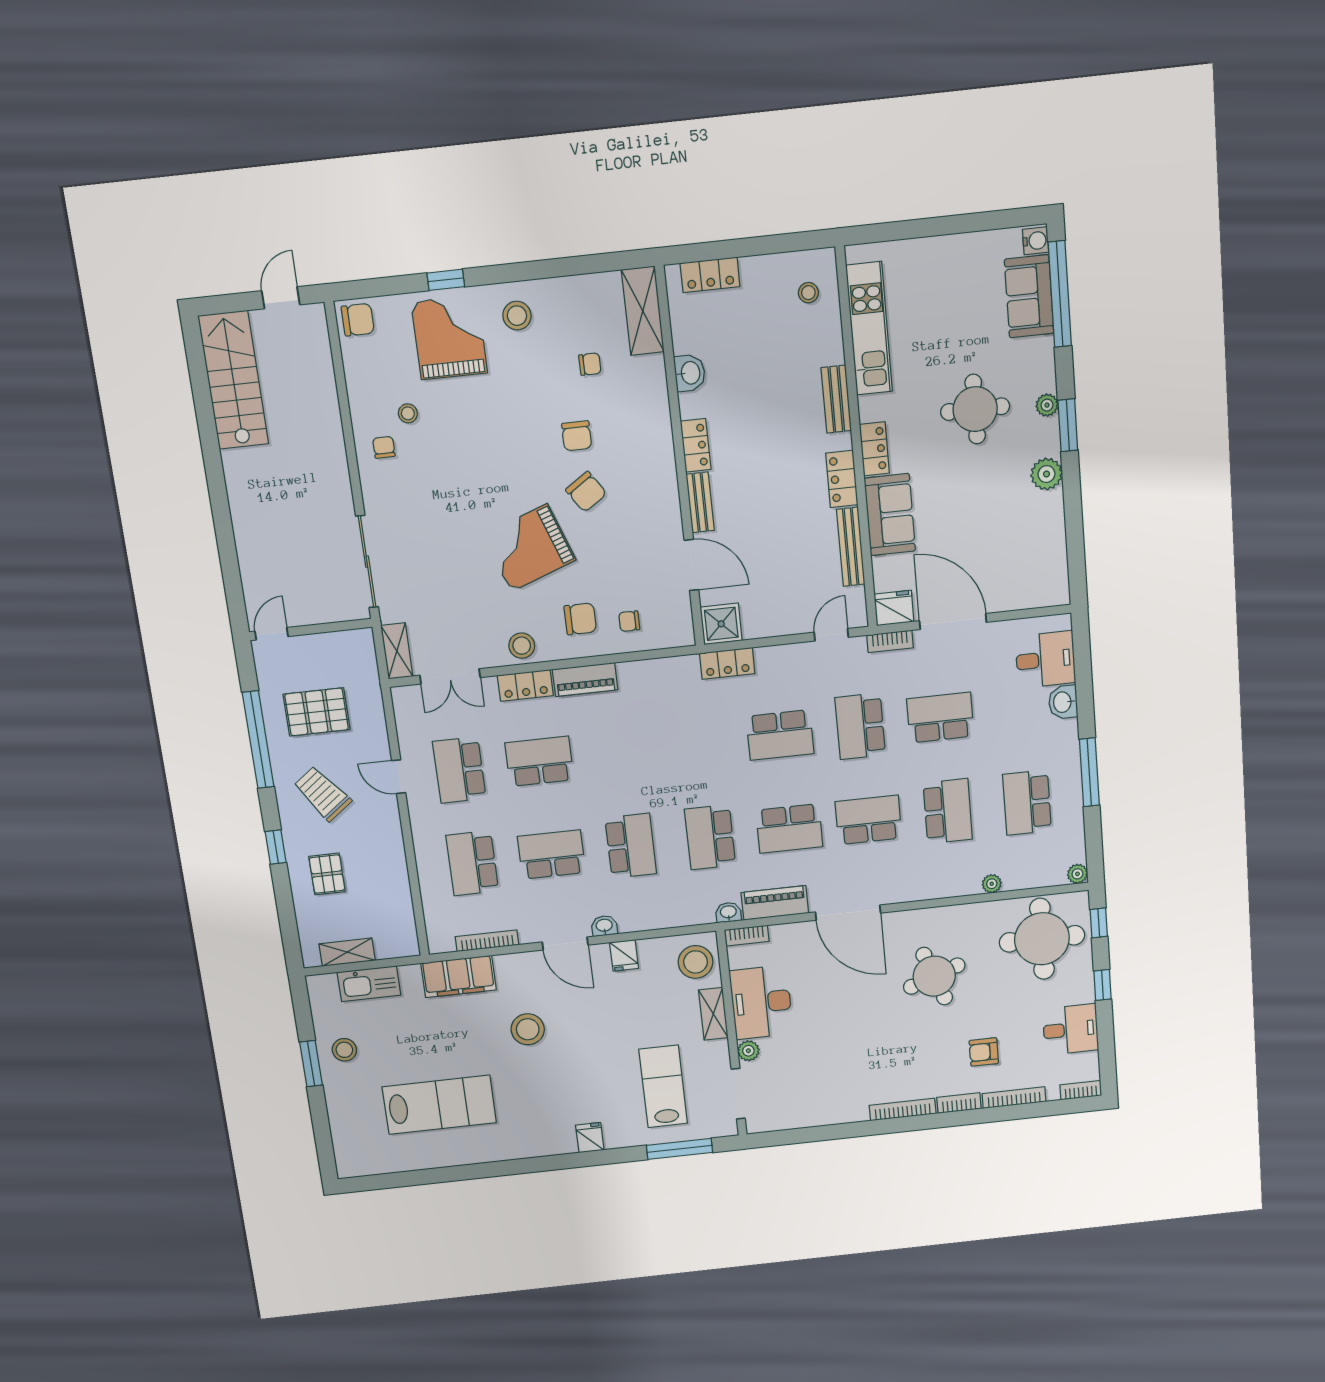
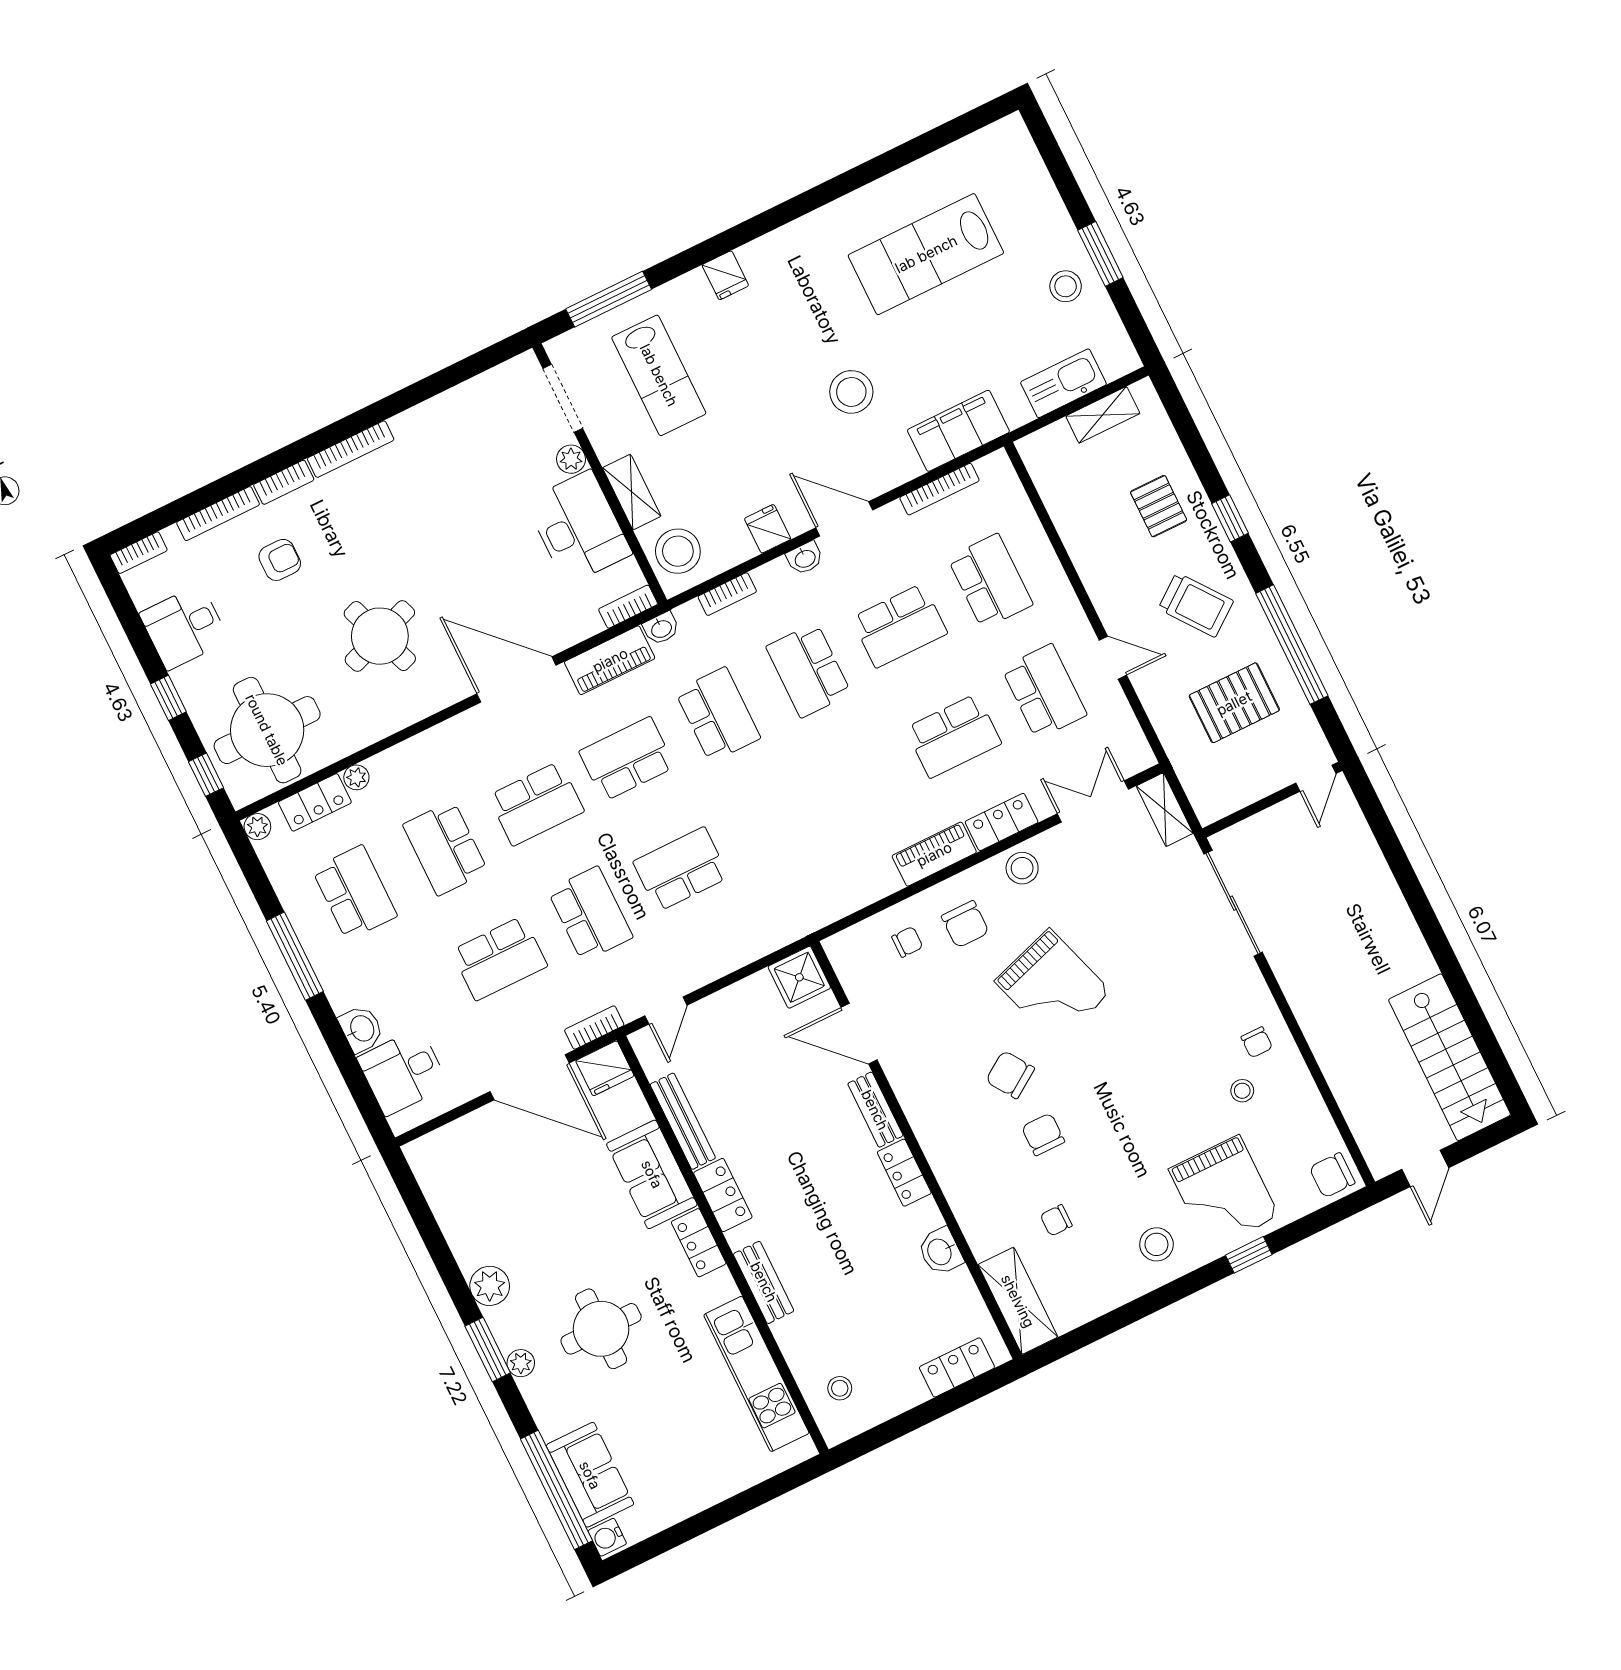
grand piano: (529, 548) -> (1053, 986), turned 92
chair: (580, 619) -> (965, 924), turned -90
locker: (727, 663) -> (315, 802), moved, turned 180
bookcase: (671, 920) -> (727, 594), added

